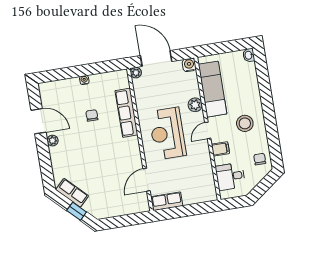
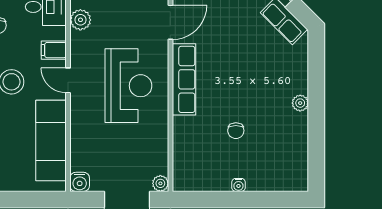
plant: (195, 105) -> (80, 20), moved
row of seats: (126, 113) -> (184, 79), moved
door: (38, 121) -> (316, 135), removed
door: (208, 130) -> (68, 80), swing flipped

